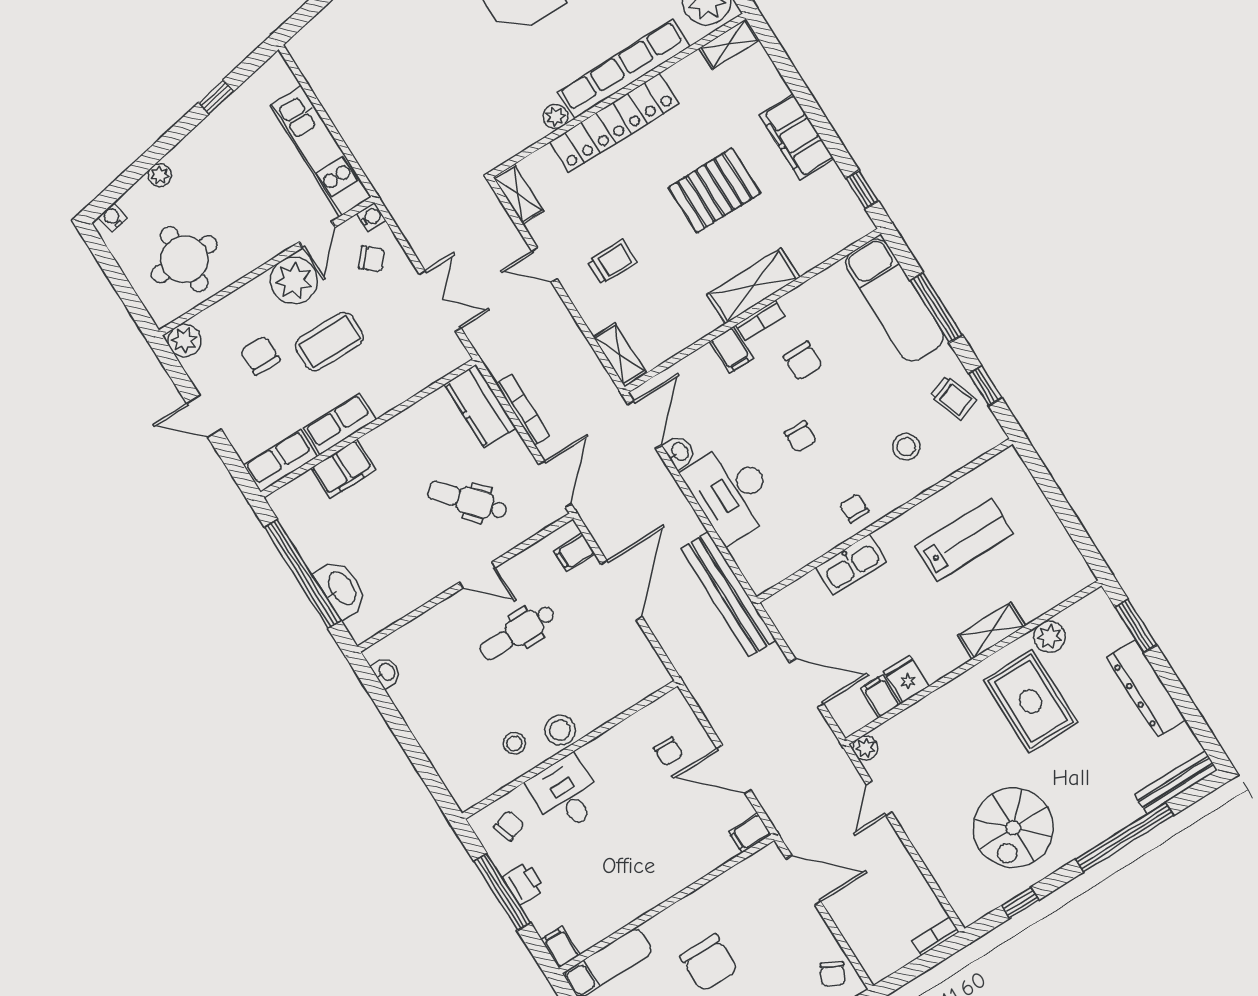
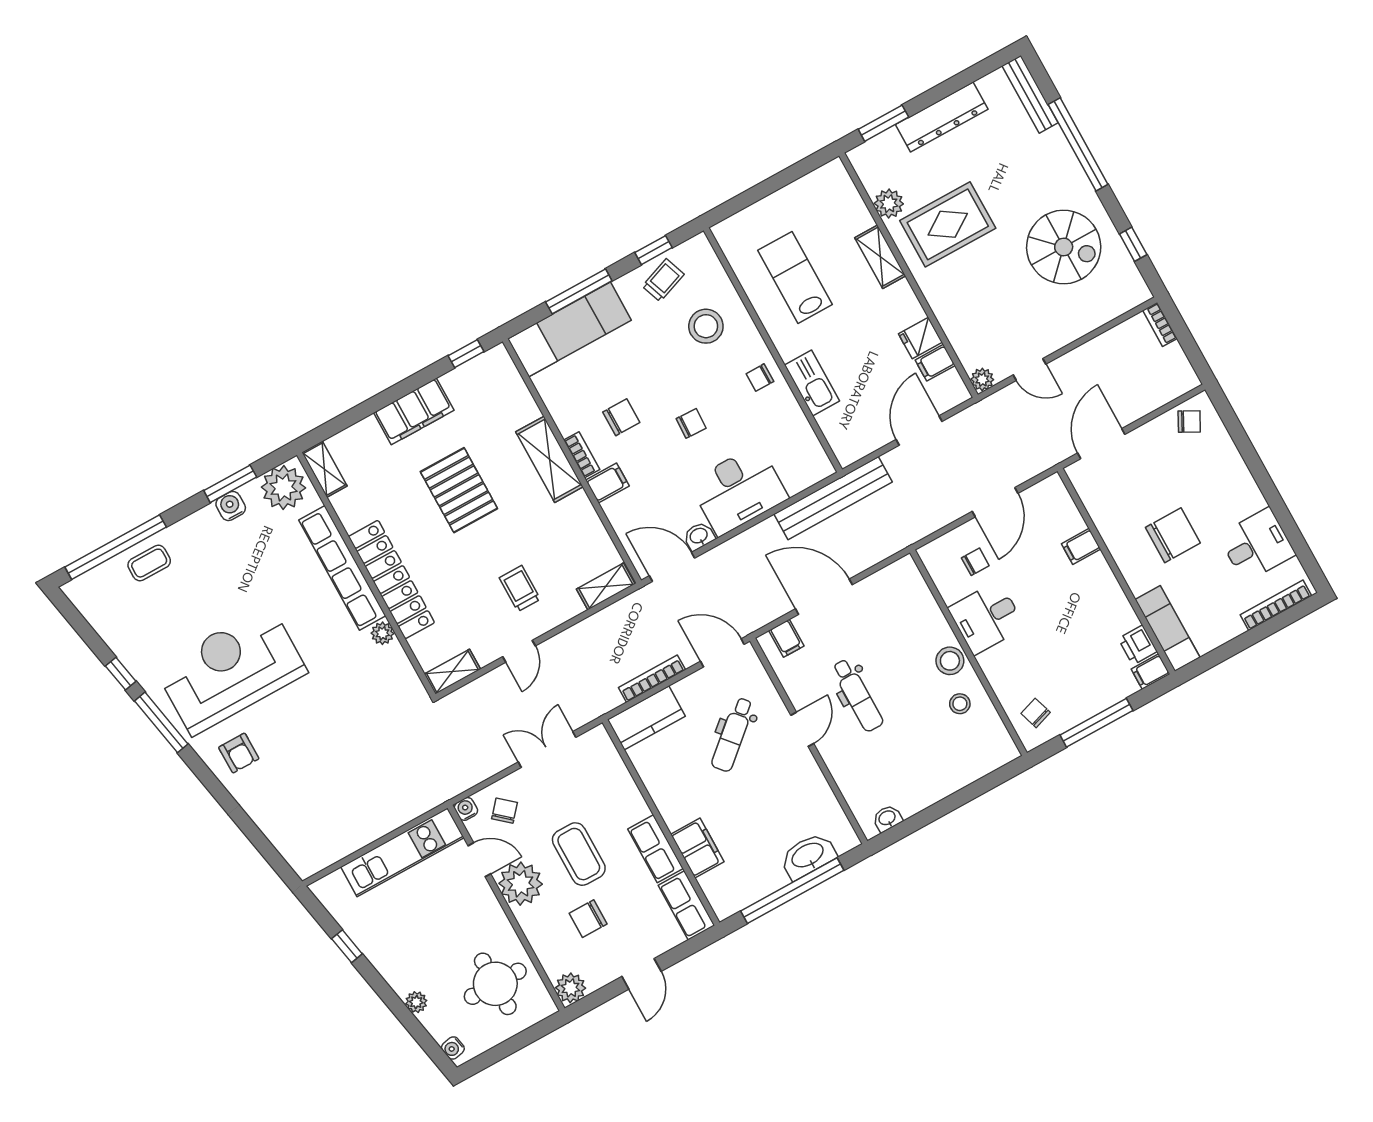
stool: (906, 447) -> (706, 326), width x1.38, depth x1.38
desk: (566, 794) -> (986, 618), moved
filing cabinet: (750, 833) -> (1081, 546), moved, turned 90
printer: (523, 883) -> (1138, 645), moved, turned -90

